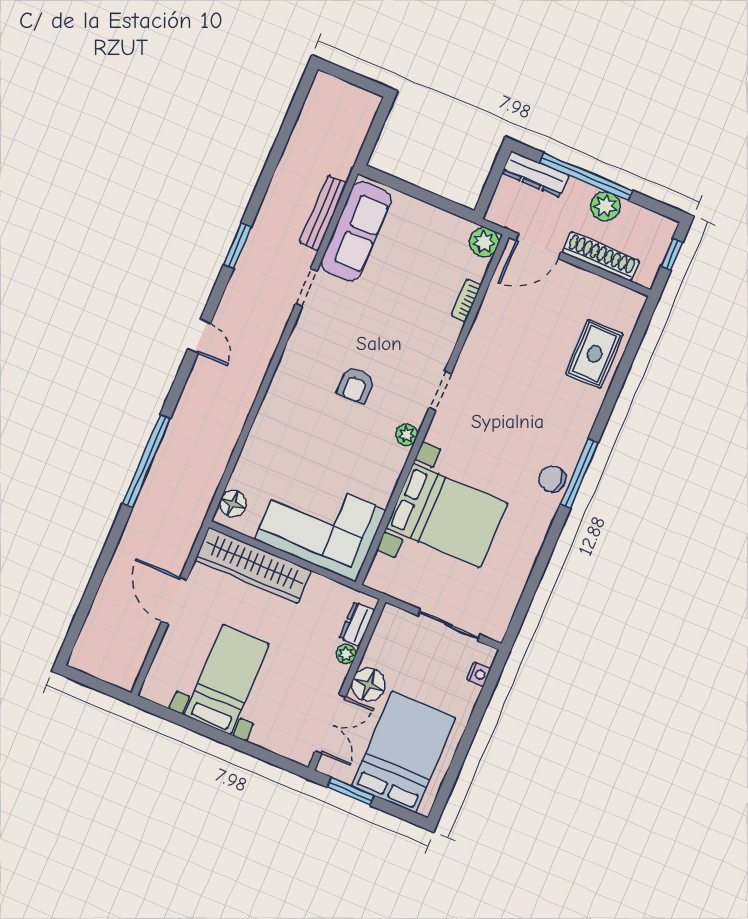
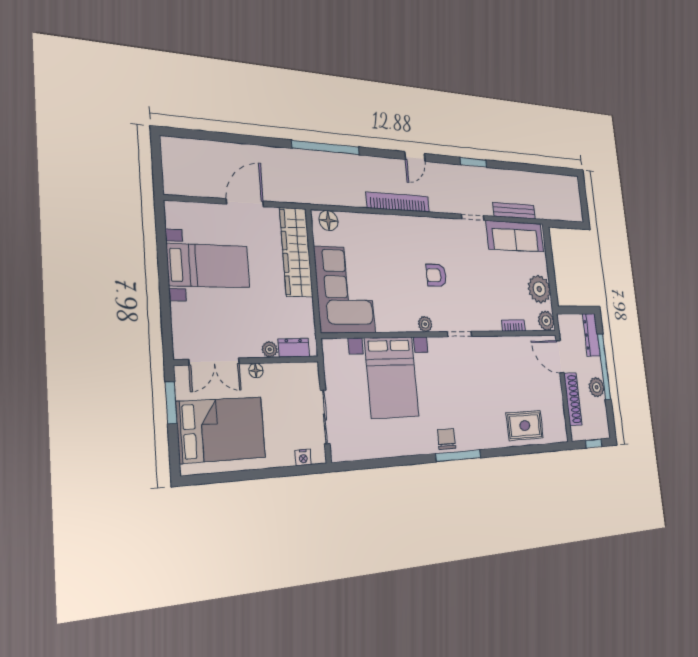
plant: (439, 230) -> (539, 289), added
bookcase: (246, 393) -> (398, 202), added
floor lamp: (368, 685) -> (256, 371), width x0.53, depth x0.53

